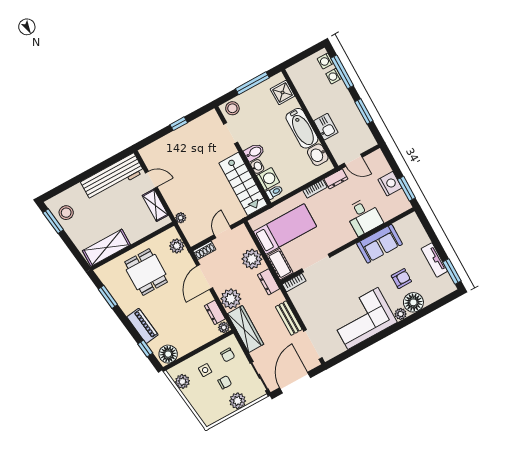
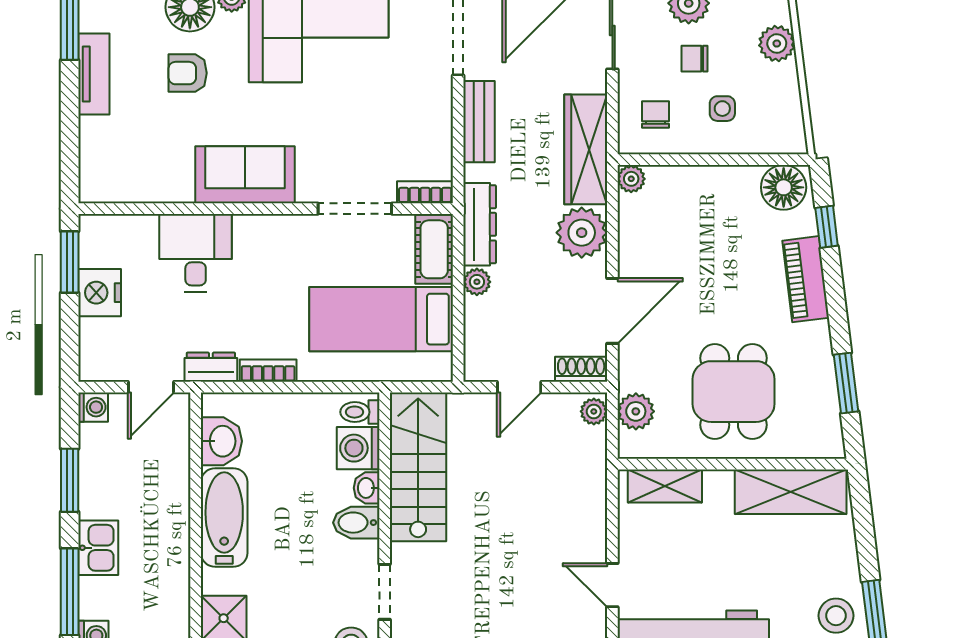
washing machine: (334, 76) -> (93, 407), moved
kitchen sink: (326, 127) -> (98, 548), moved, turned 180
door: (353, 160) -> (151, 387), swing flipped
shelving: (155, 205) -> (665, 486), moved, turned 90
plant: (181, 218) -> (594, 411), moved
sofa: (379, 244) -> (245, 175), moved
plant: (252, 259) -> (477, 282), width x0.53, depth x0.53
dresser: (269, 282) -> (480, 224), width x1.44
dresser: (215, 312) -> (633, 222), removed
plant: (182, 381) -> (777, 44), moved

